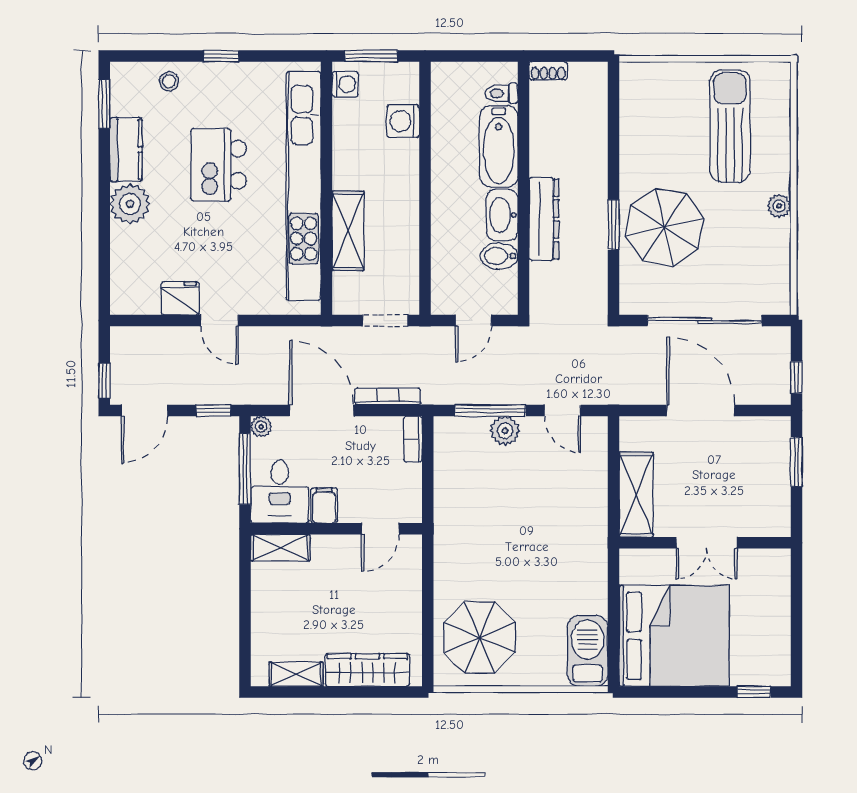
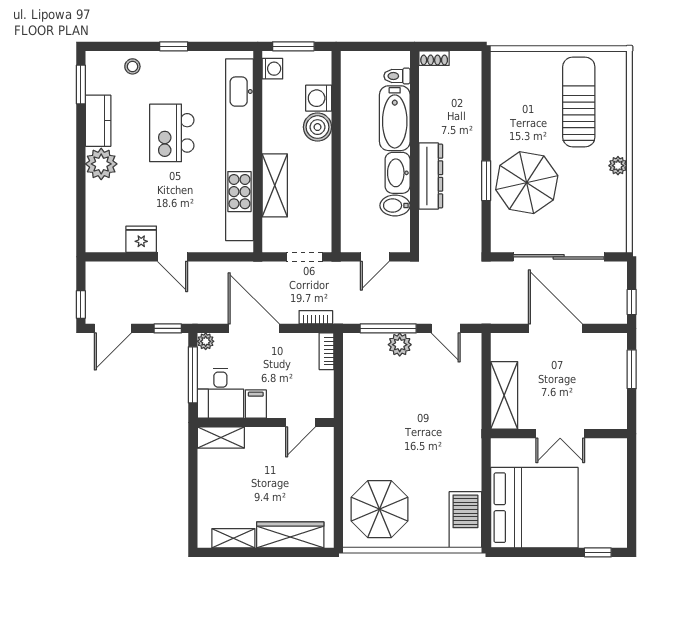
boiler: (402, 157) -> (317, 127), added
bookcase: (388, 396) -> (316, 317), width x0.64

